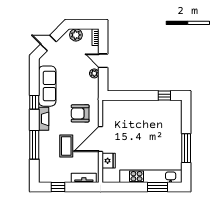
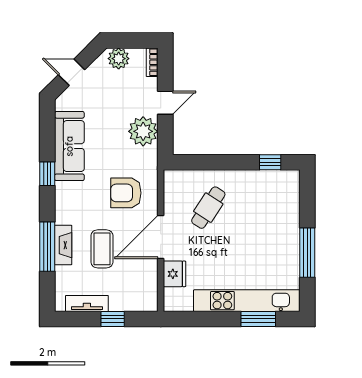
door: (103, 61) -> (165, 103), swing flipped
plant: (94, 73) -> (143, 131), width x1.88, depth x1.88
fireplace: (44, 119) -> (63, 245), moved
cafe table: (128, 122) -> (208, 208), added
tv unit: (84, 178) -> (87, 303), moved
window: (58, 187) -> (113, 319), moved

